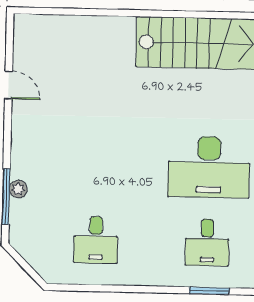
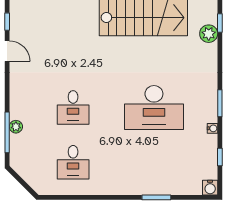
window: (10, 44) -> (7, 22), added
desk: (207, 242) -> (73, 107), moved

